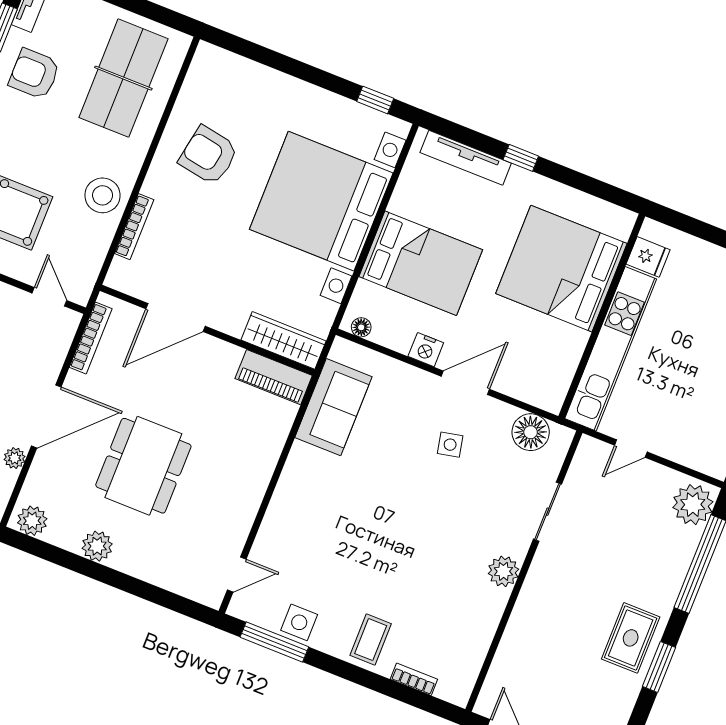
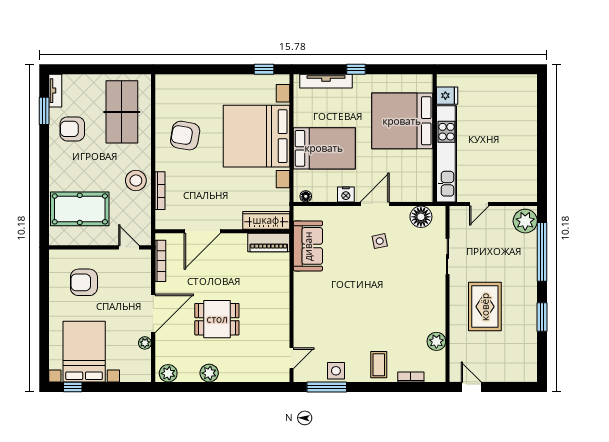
dining table: (143, 466) -> (217, 319), width x0.73
plant: (503, 571) -> (436, 341), moved
rug: (631, 638) -> (485, 307), moved, width x1.36, depth x1.43

